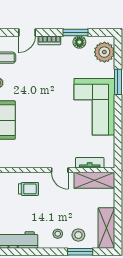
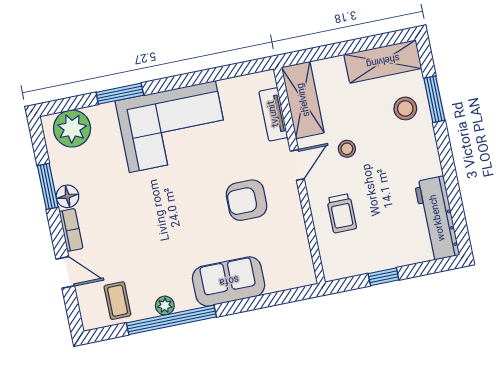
floor lamp: (79, 42) -> (67, 196), moved
armchair: (46, 139) -> (247, 200), added
trolley: (29, 189) -> (342, 213), turned 180
stool: (58, 234) -> (347, 149), moved

